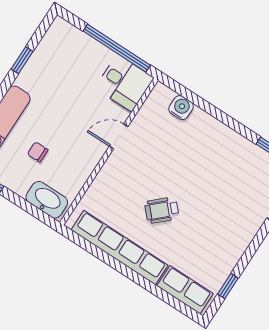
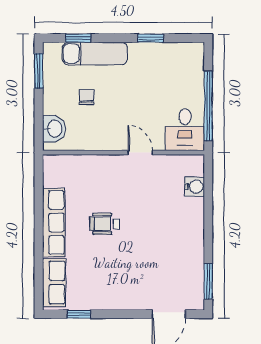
washbasin: (47, 200) -> (54, 129), width x0.72
wheelchair: (162, 210) -> (105, 224), turned -47
row of seats: (120, 248) -> (54, 222), width x0.73

